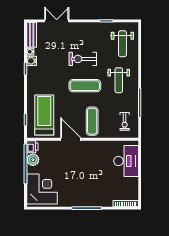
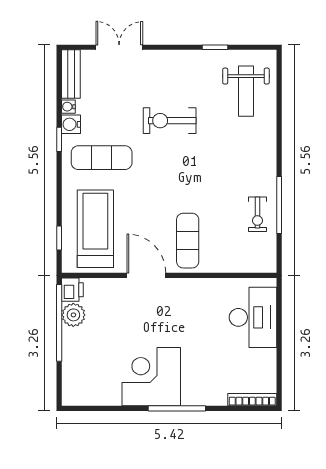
weight bench: (119, 80) -> (239, 162), removed
exercise mat: (85, 86) -> (102, 158), moved
exercise bike: (125, 121) -> (257, 214), moved
corner desk: (42, 189) -> (151, 377), moved, turned -90

